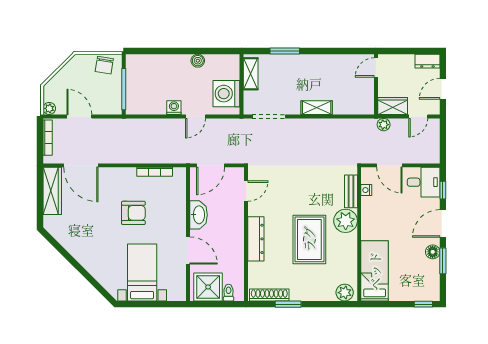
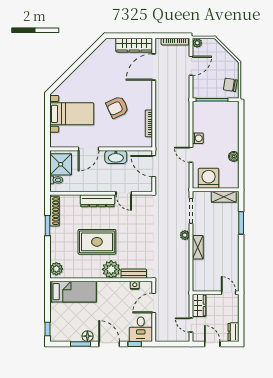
plant: (384, 125) -> (185, 235), moved
door: (246, 191) -> (124, 193), moved
armchair: (133, 213) -> (117, 107), turned 65

